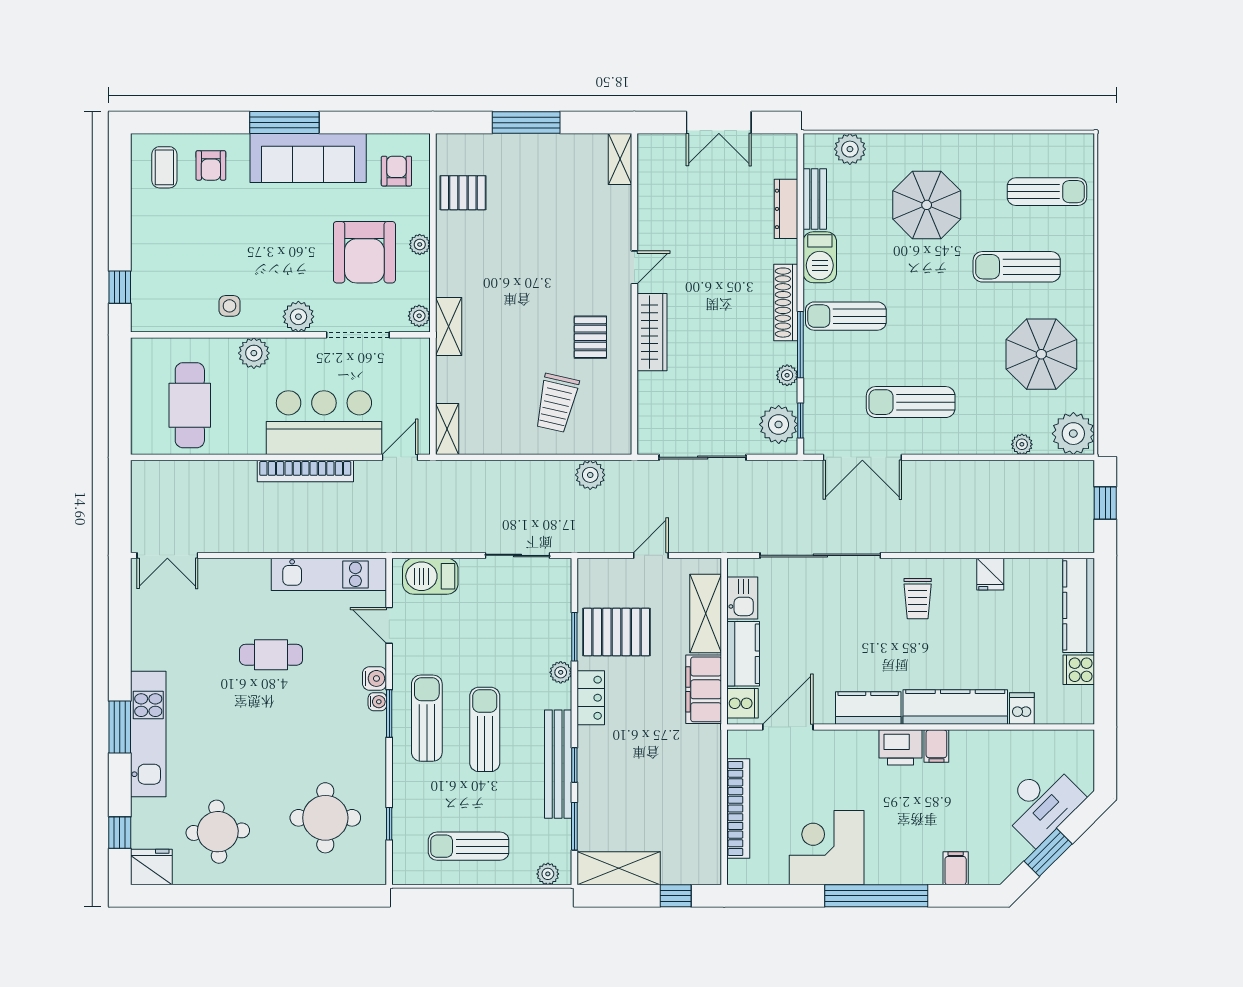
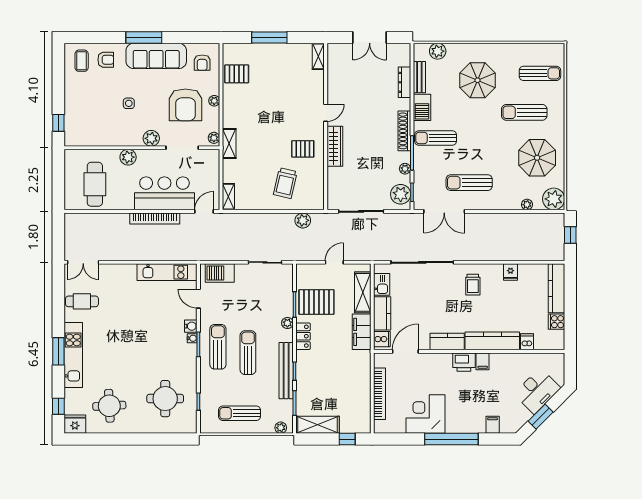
armchair: (211, 165) -> (106, 60), turned -90
armchair: (396, 171) -> (202, 63), turned 180
side table: (229, 306) -> (129, 103), moved
pallet: (590, 337) -> (303, 149), turned 90
cafe table: (271, 655) -> (82, 301), moved

